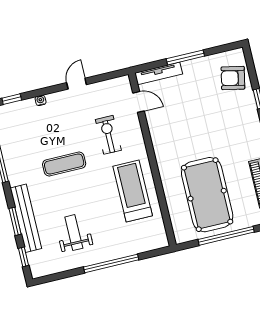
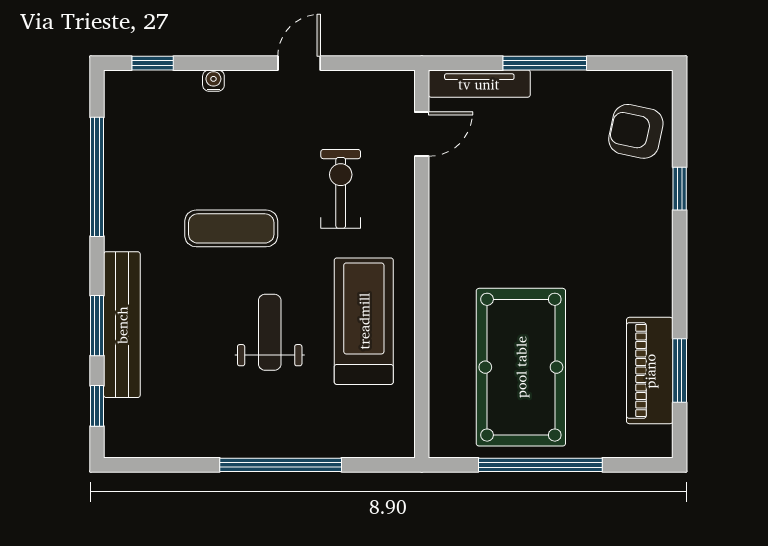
door: (138, 102) -> (422, 134), hinge flipped
weight bench: (74, 233) -> (270, 332), moved

